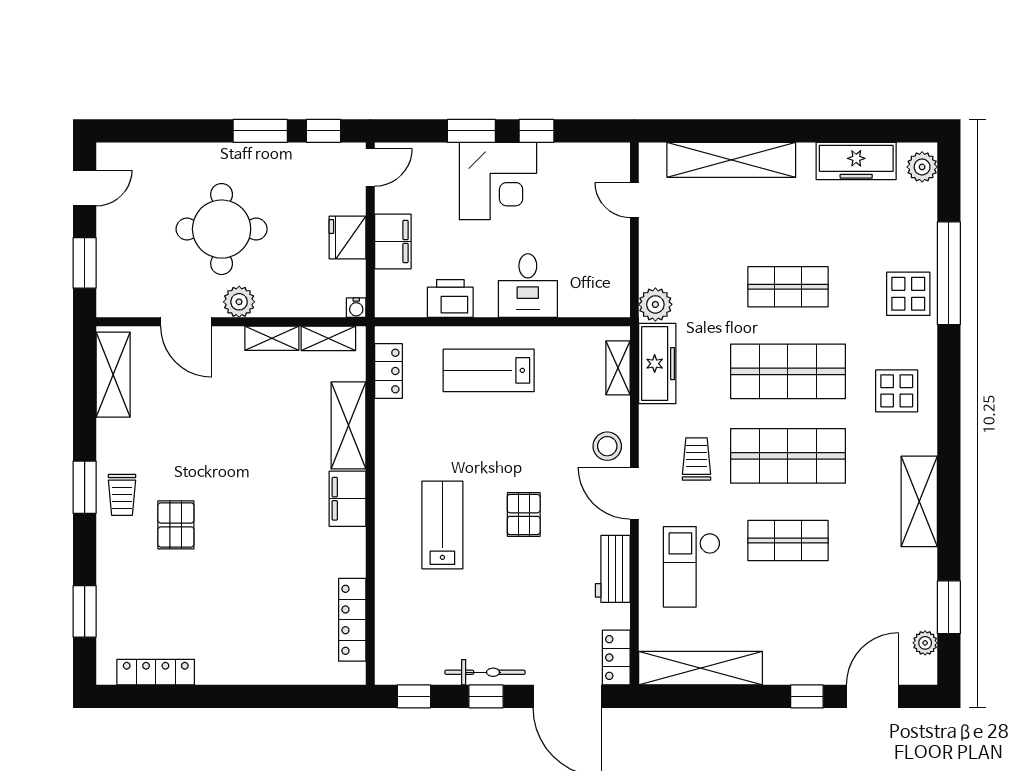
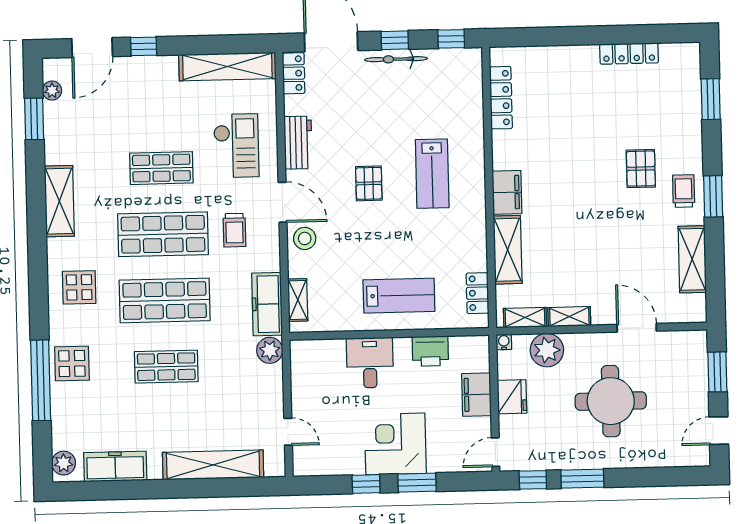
plant: (239, 302) -> (547, 350), moved, width x1.36, depth x1.36
shelving: (113, 375) -> (692, 259), moved
locker: (156, 672) -> (629, 54), moved

